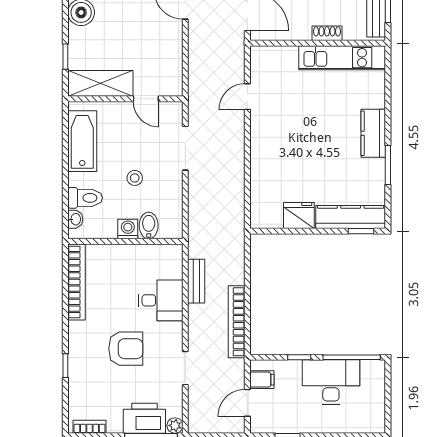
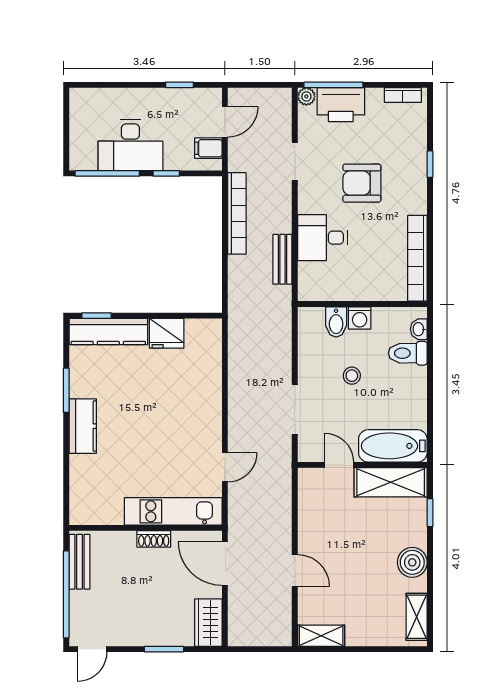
shoe rack: (327, 33) -> (154, 539), moved
kitchen unit: (342, 58) -> (173, 511), moved
bathtub: (82, 141) -> (393, 446), moved, turned 90

